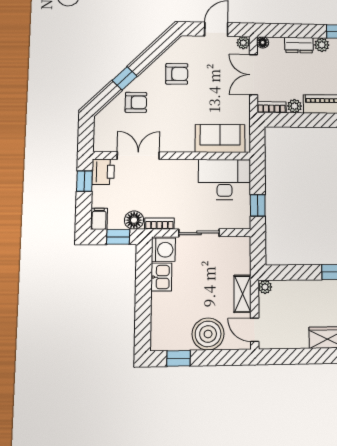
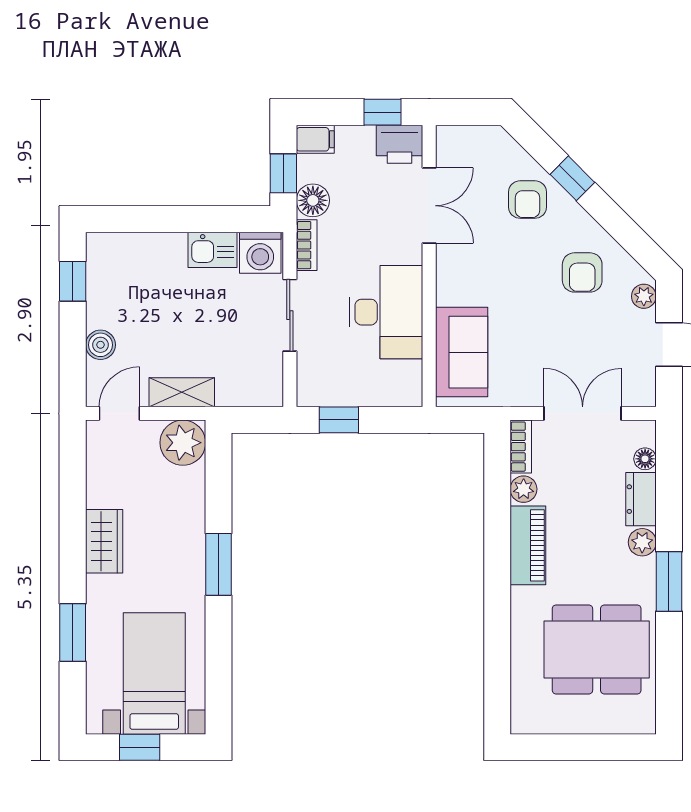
floor lamp: (263, 42) -> (645, 459), moved
plant: (243, 43) -> (644, 296), moved
desk: (225, 179) -> (386, 312), moved
plant: (265, 287) -> (183, 443), width x1.88, depth x1.88
boiler: (208, 334) -> (100, 345), width x0.54, depth x0.54

